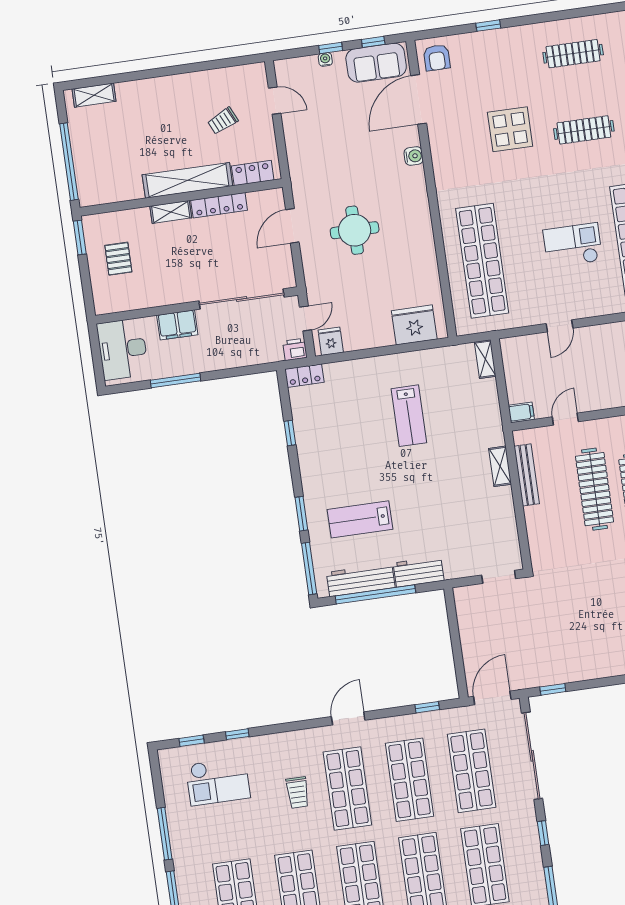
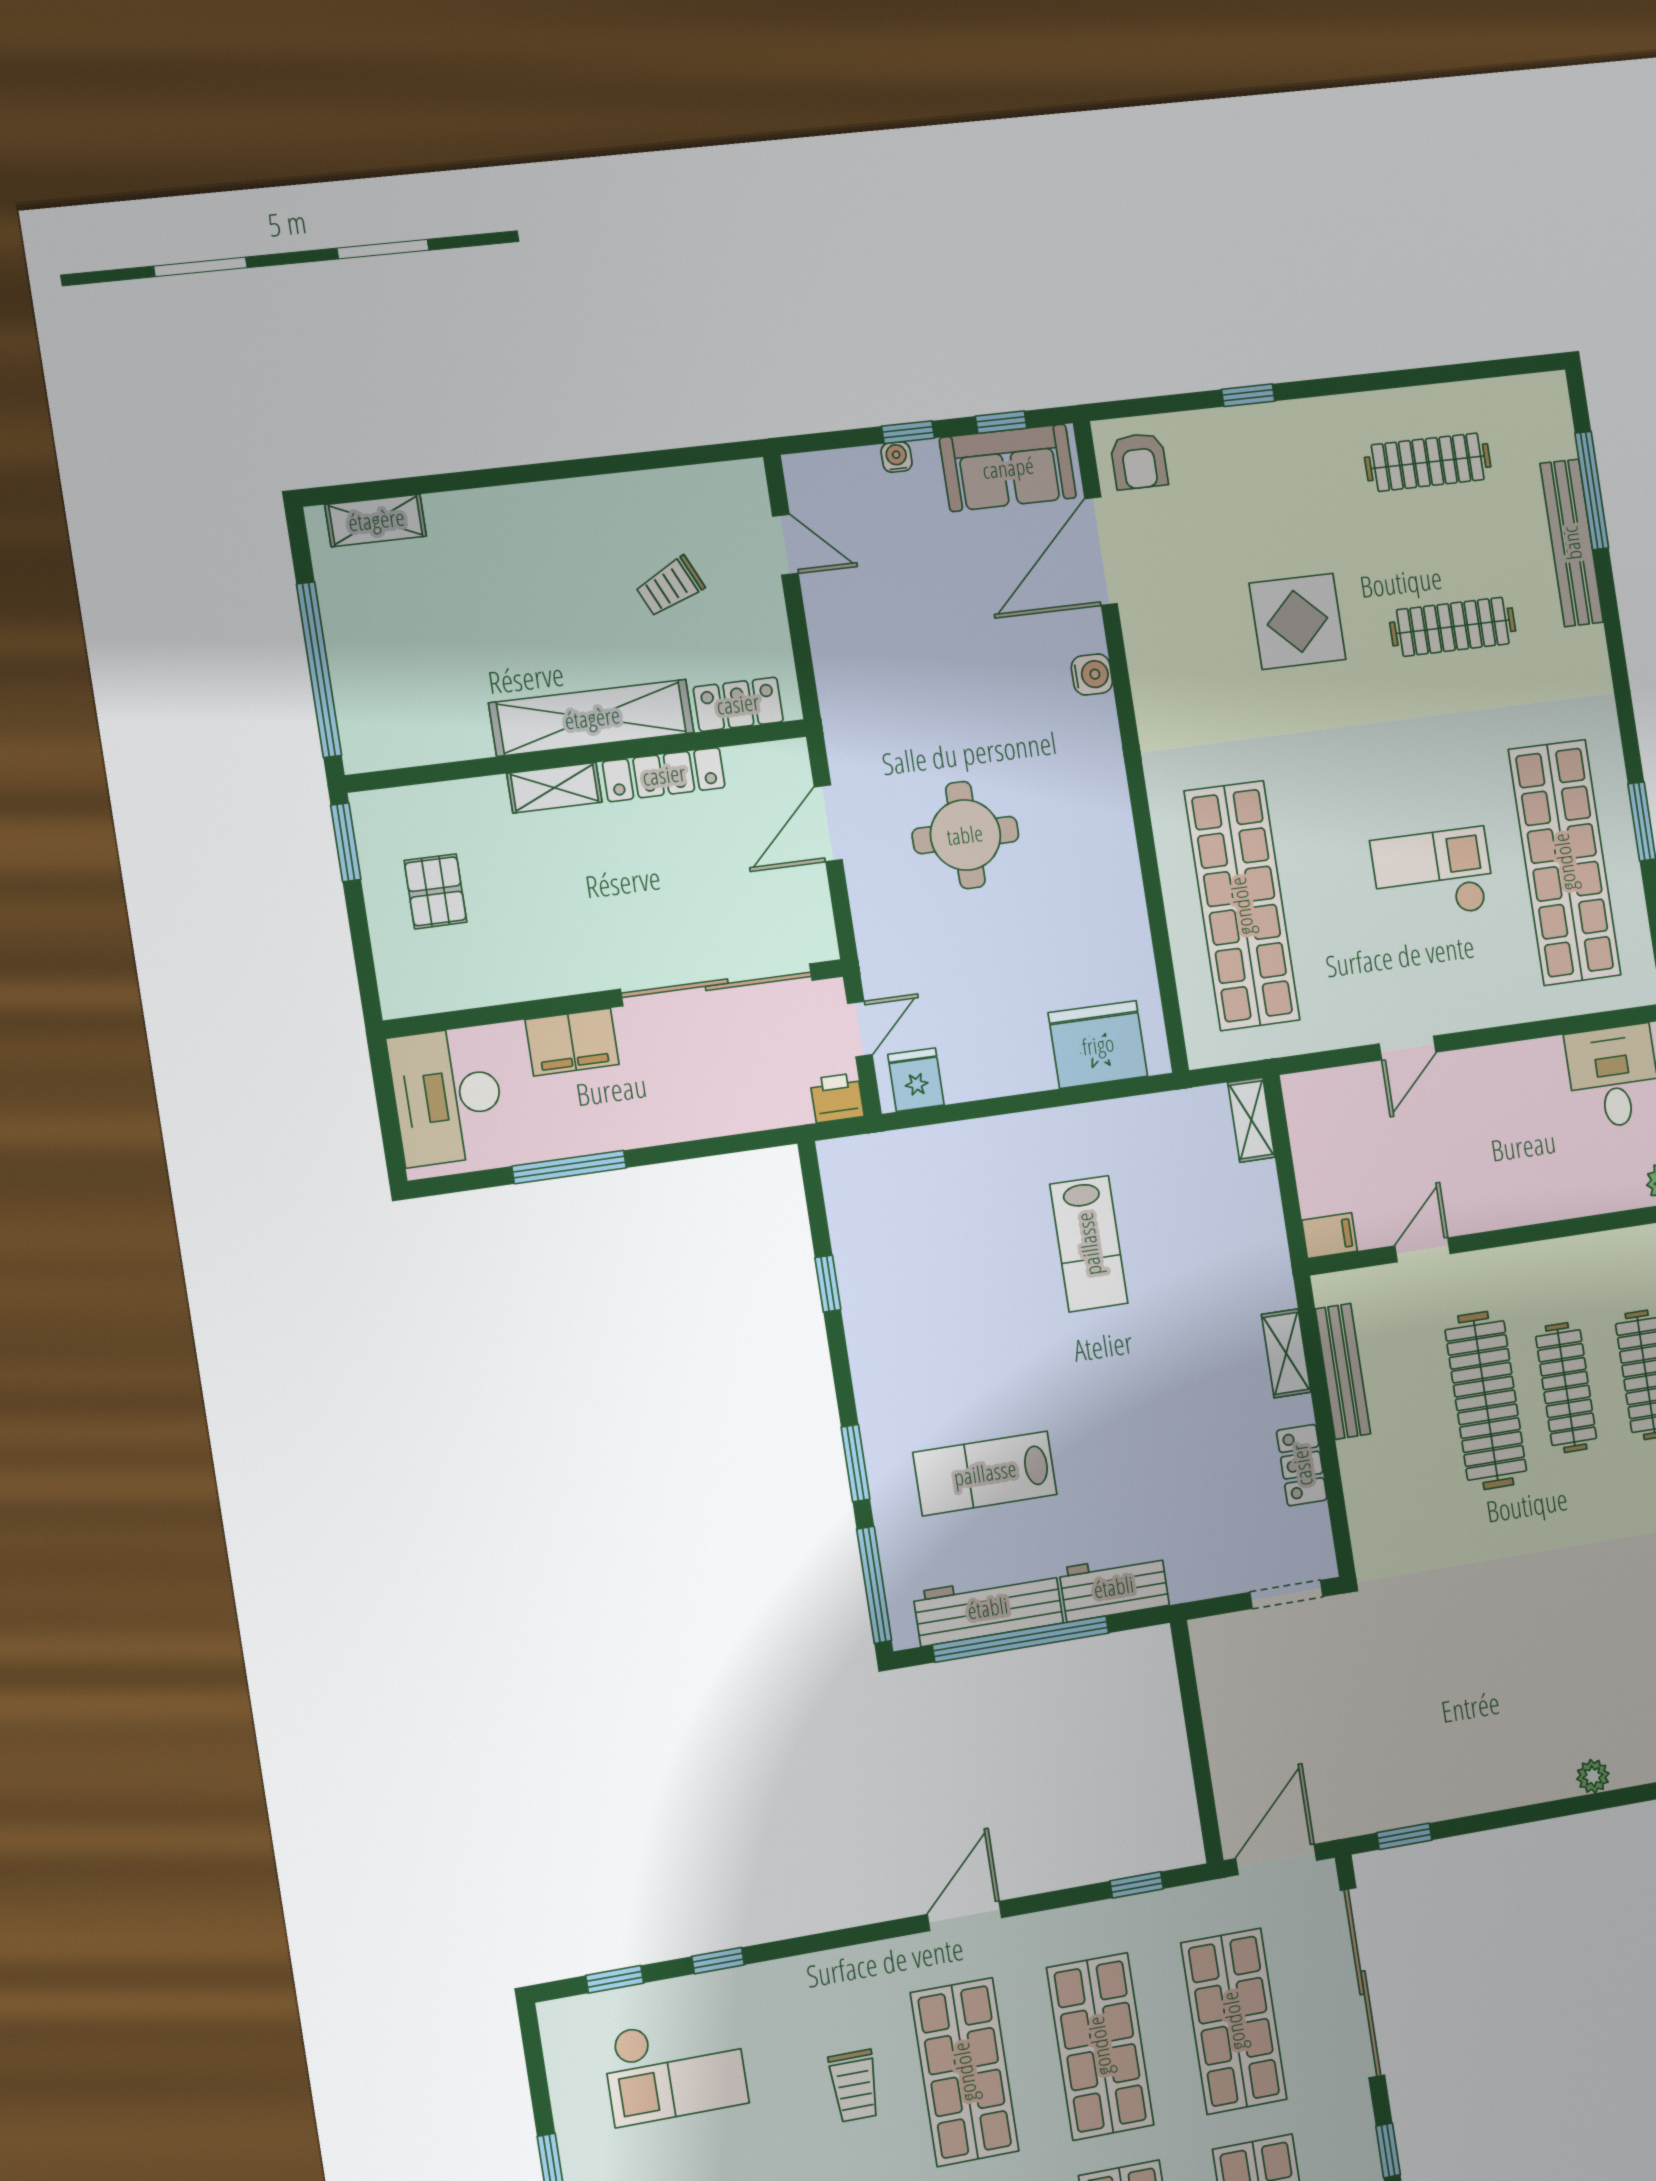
locker: (304, 376) -> (1302, 1465), moved, turned 90

